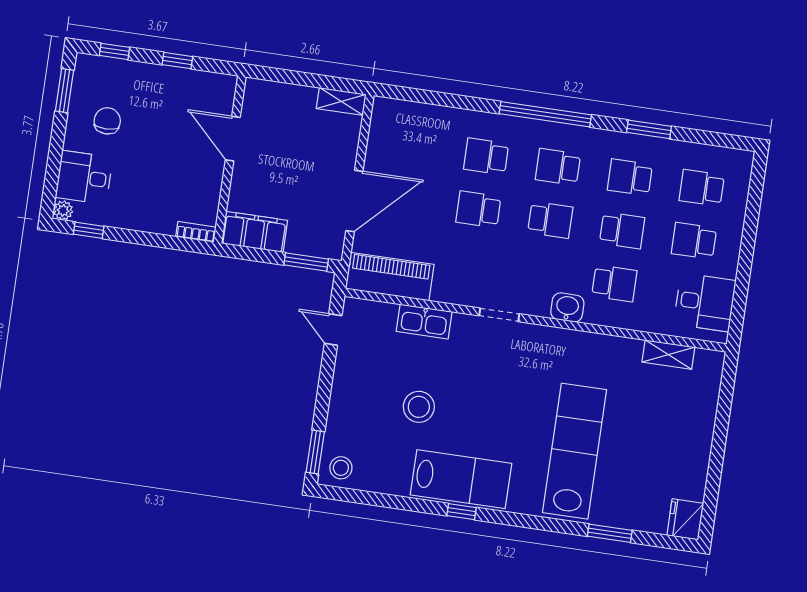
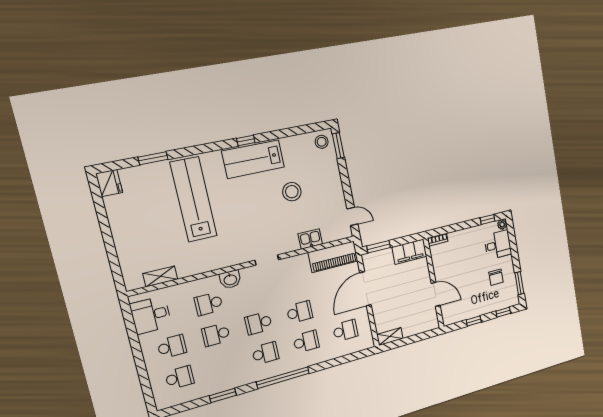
school desk: (630, 177) -> (345, 330), moved
kitchen sink: (424, 322) -> (310, 239), width x0.73
lab bench: (575, 451) -> (194, 199), turned 180

